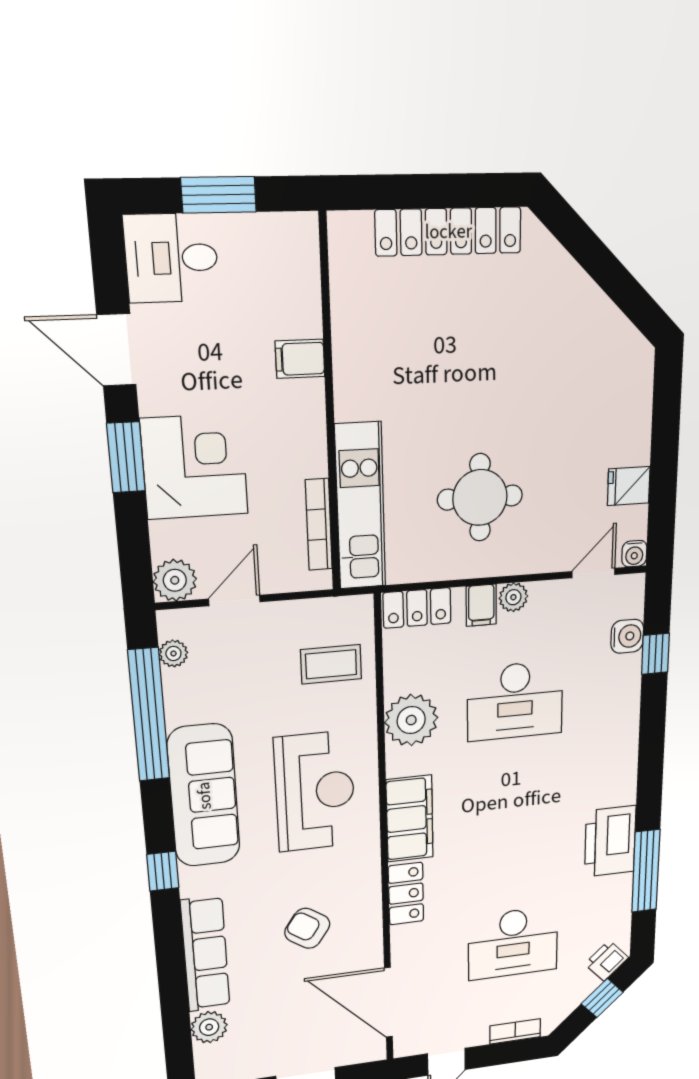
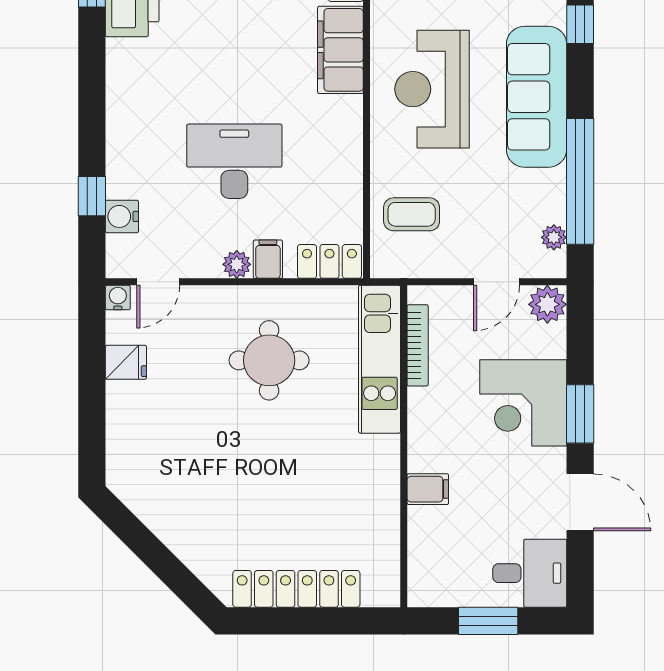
plant: (411, 720) -> (337, 152), removed

